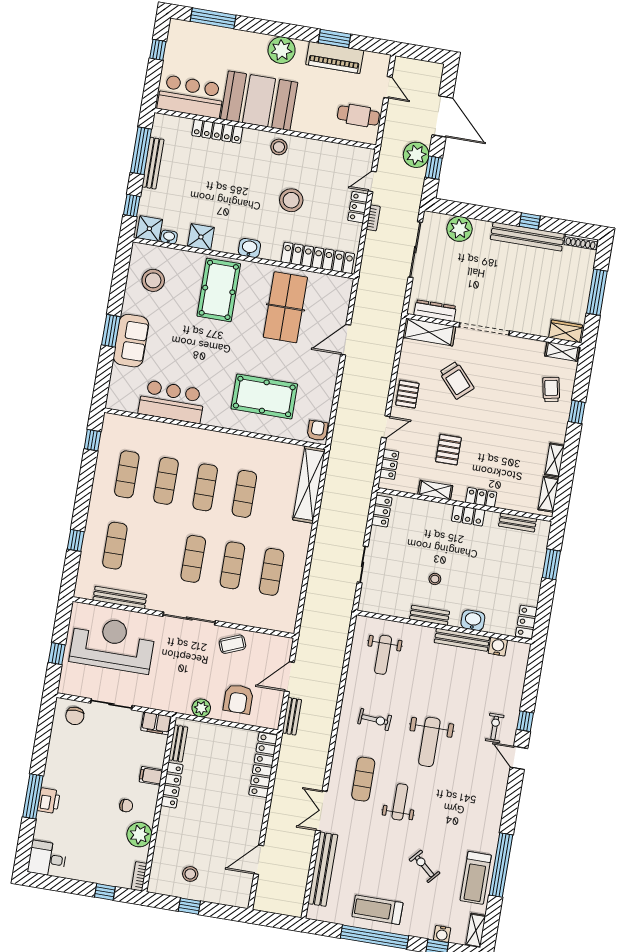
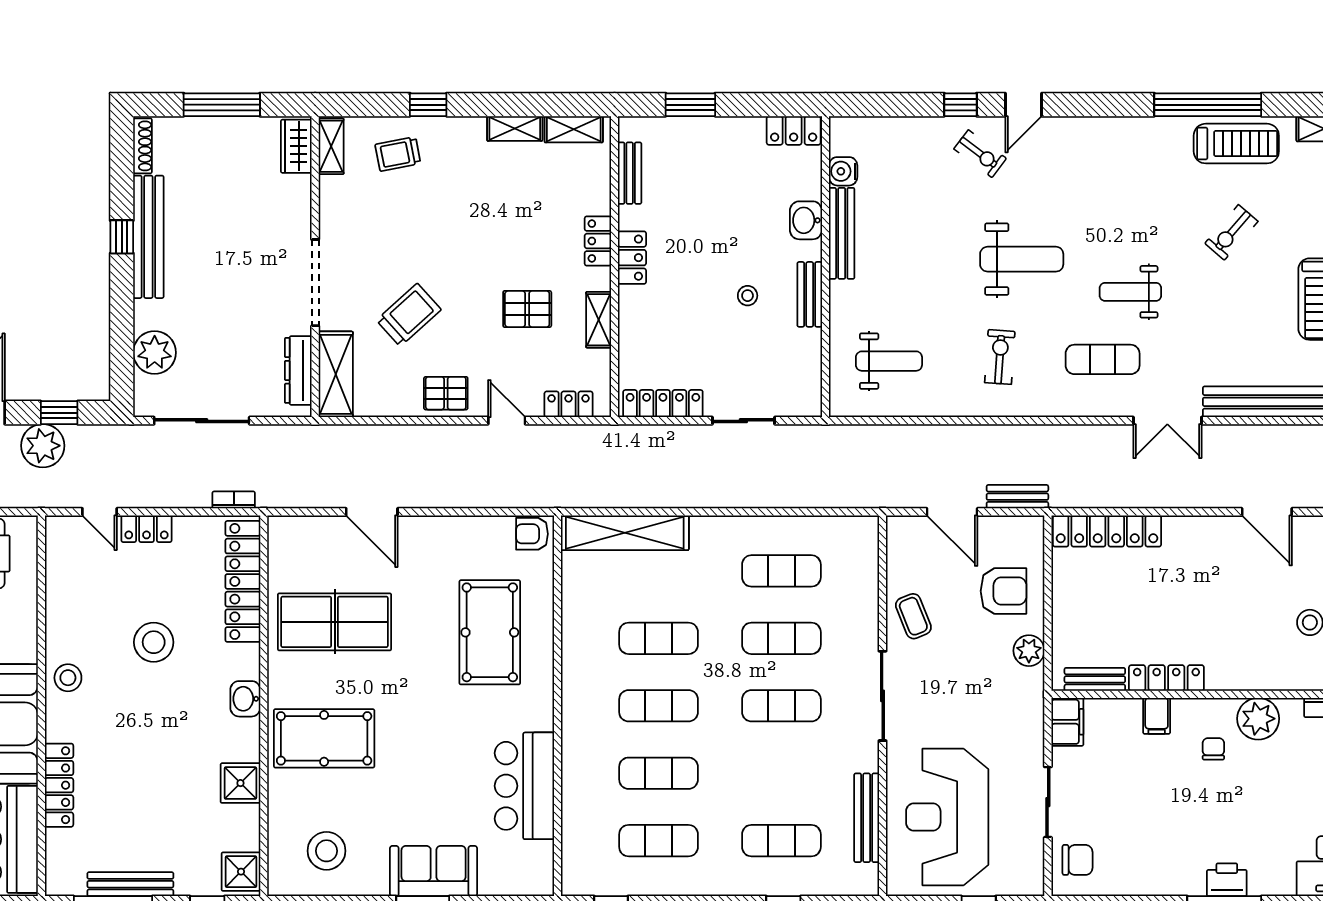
bookcase: (373, 218) -> (234, 500), moved
washbasin: (169, 237) -> (250, 837), removed
locker: (382, 511) -> (663, 404), width x1.53
exercise bike: (495, 728) -> (980, 154), turned -143

